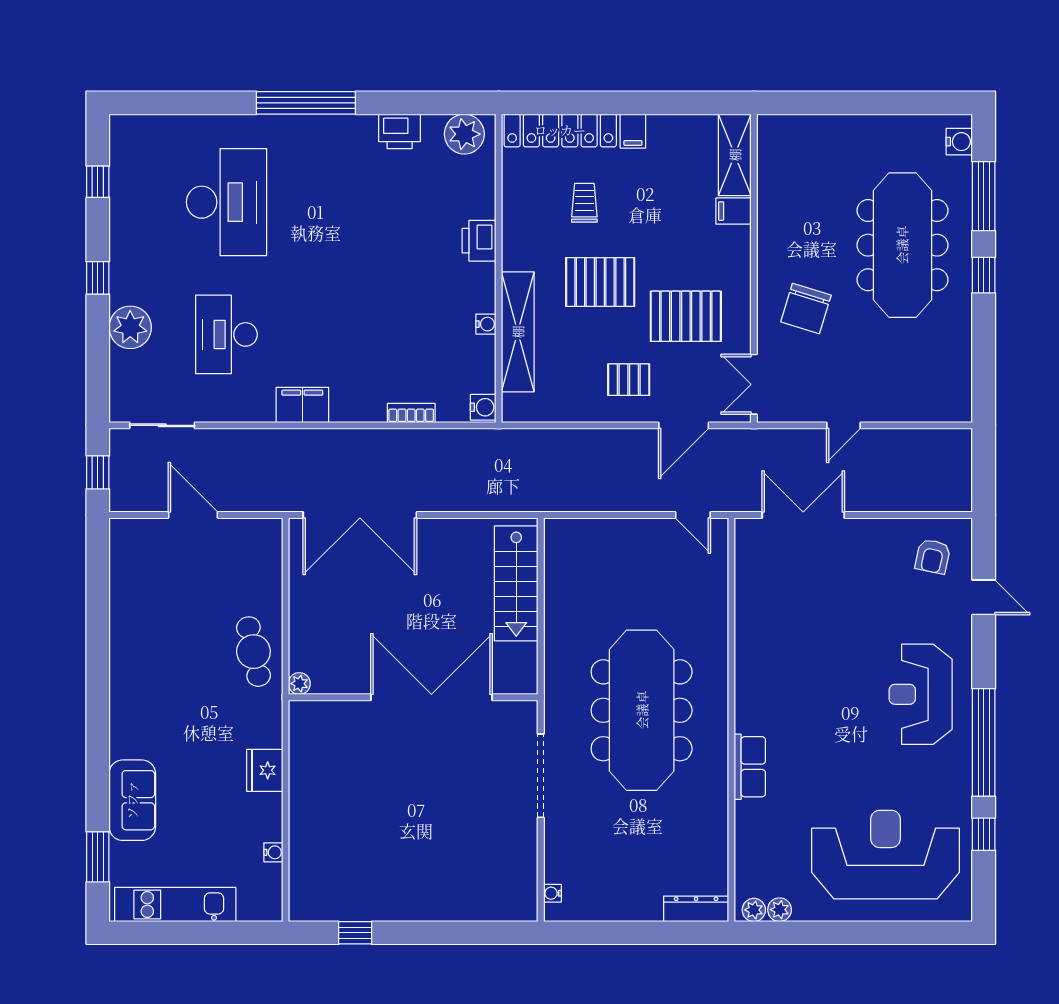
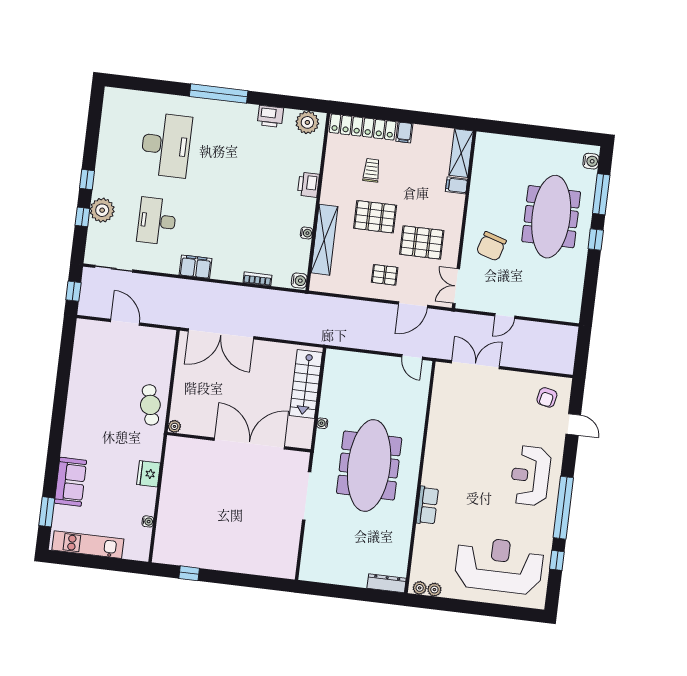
window: (98, 182) -> (82, 217), moved
water cooler: (552, 893) -> (322, 423), moved

